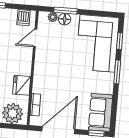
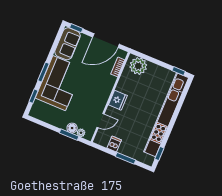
dishwasher: (23, 18) -> (114, 144), moved
corner sofa: (97, 43) -> (59, 83), moved
fridge: (22, 85) -> (118, 100), moved

